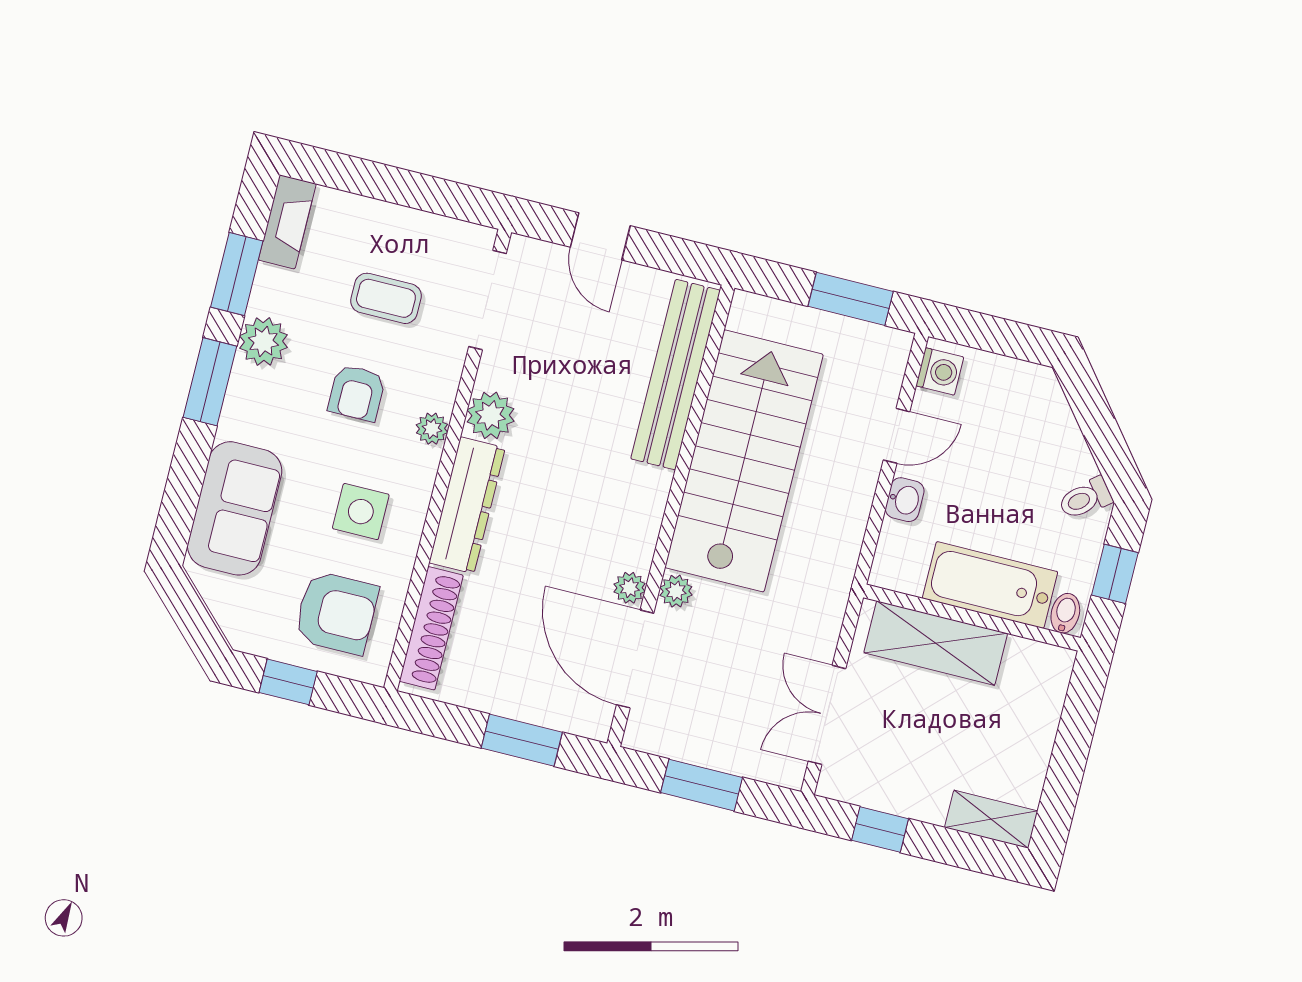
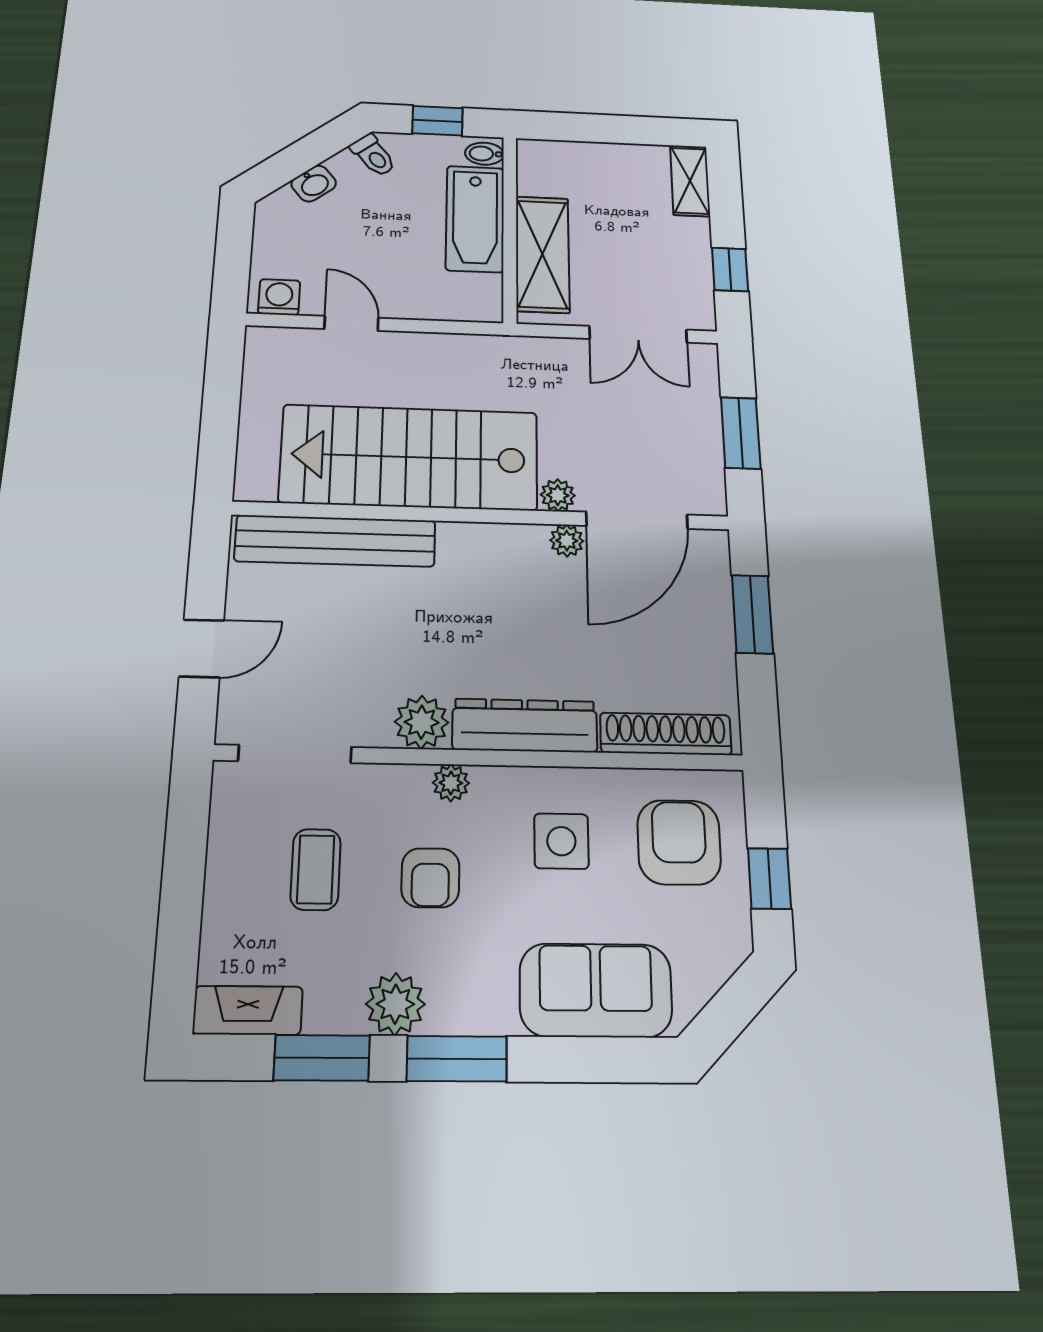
window: (851, 299) -> (222, 390), removed
armchair: (357, 393) -> (430, 878), turned 90
washbasin: (905, 500) -> (314, 184), moved, turned 142

